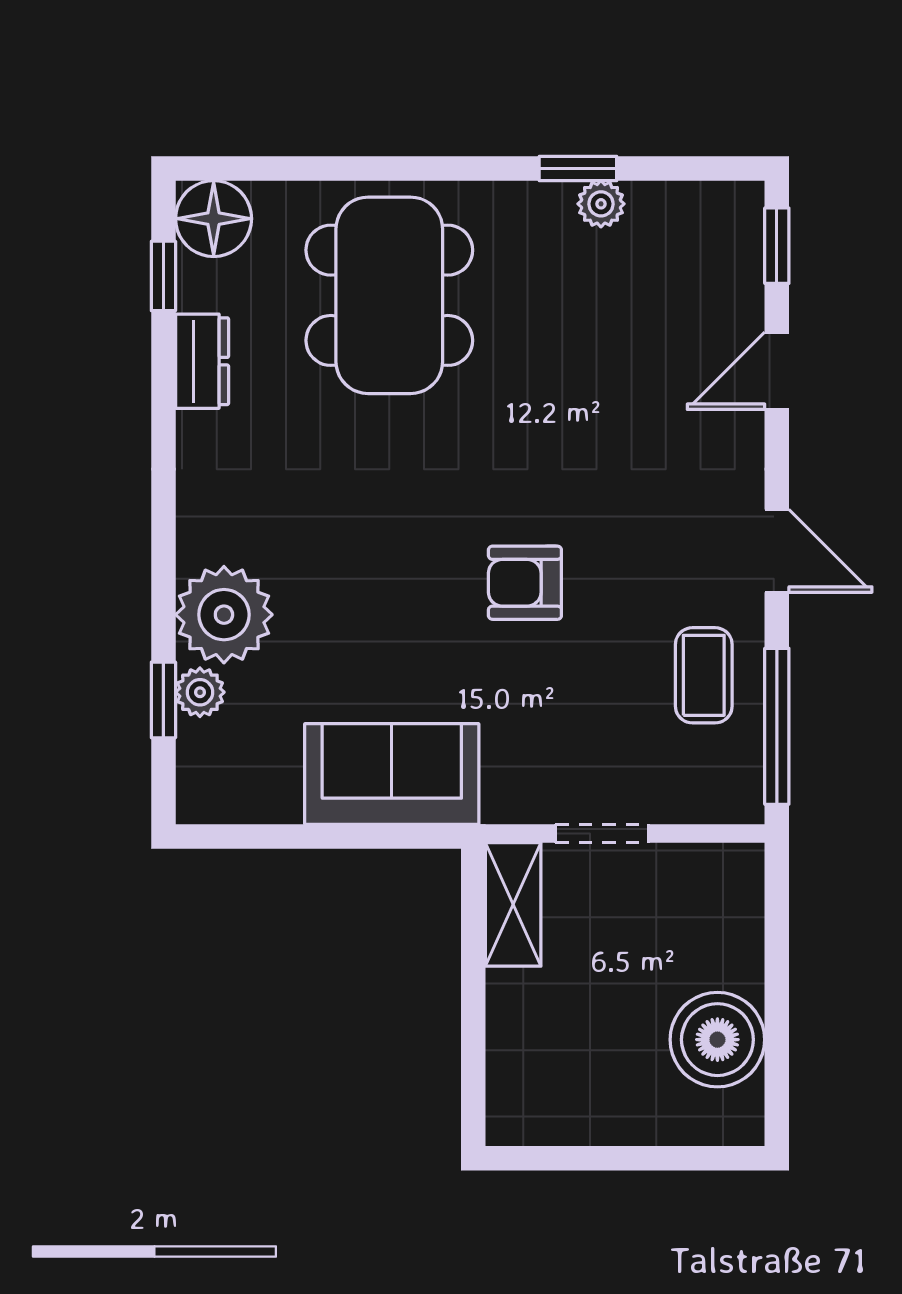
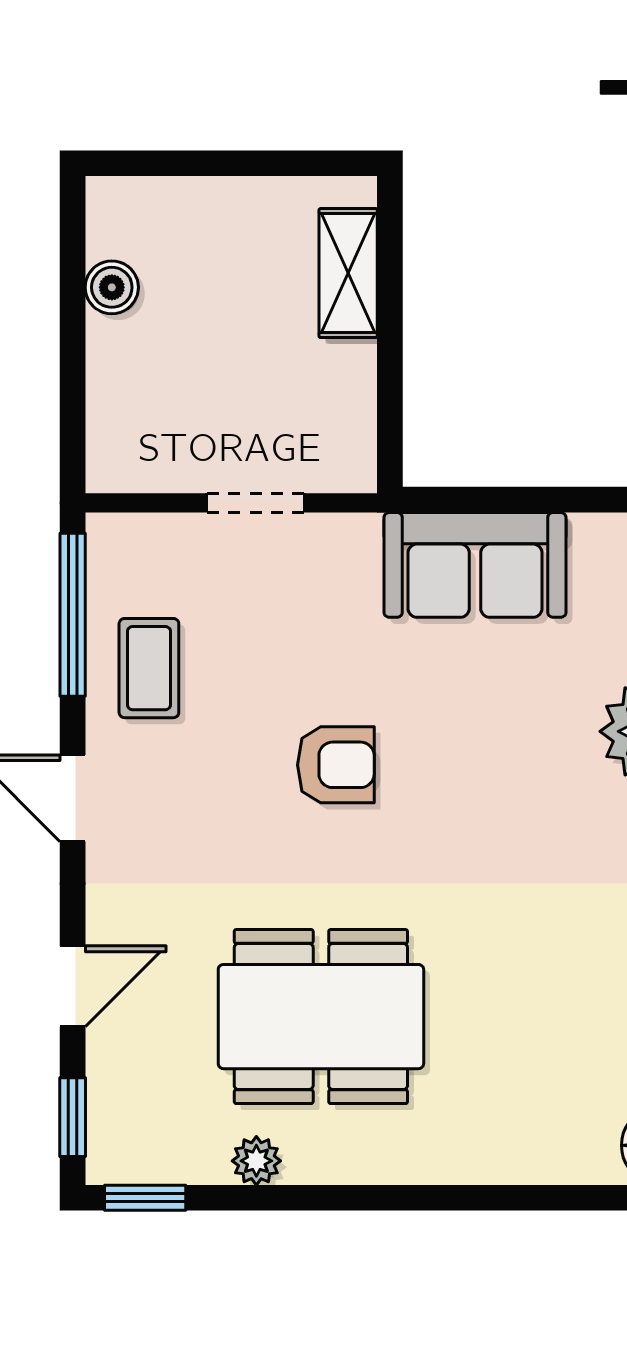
window: (578, 168) -> (145, 1198), moved
dining table: (389, 295) -> (321, 1017), moved, turned 90
shelving: (513, 904) -> (348, 273), moved
boiler: (717, 1040) -> (112, 287), width x0.54, depth x0.54

